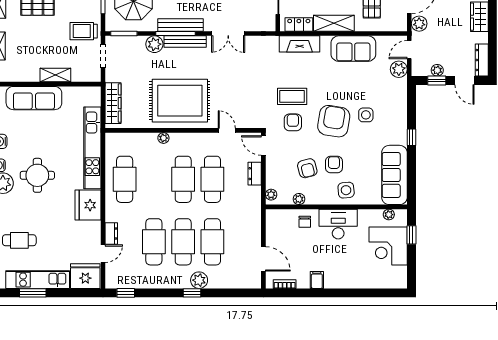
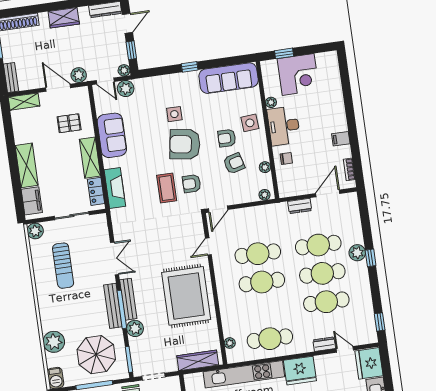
plant: (437, 70) -> (124, 70), moved
plant: (163, 138) -> (230, 343), moved
dresser: (255, 174) -> (300, 206), moved
plant: (389, 215) -> (271, 102), moved

